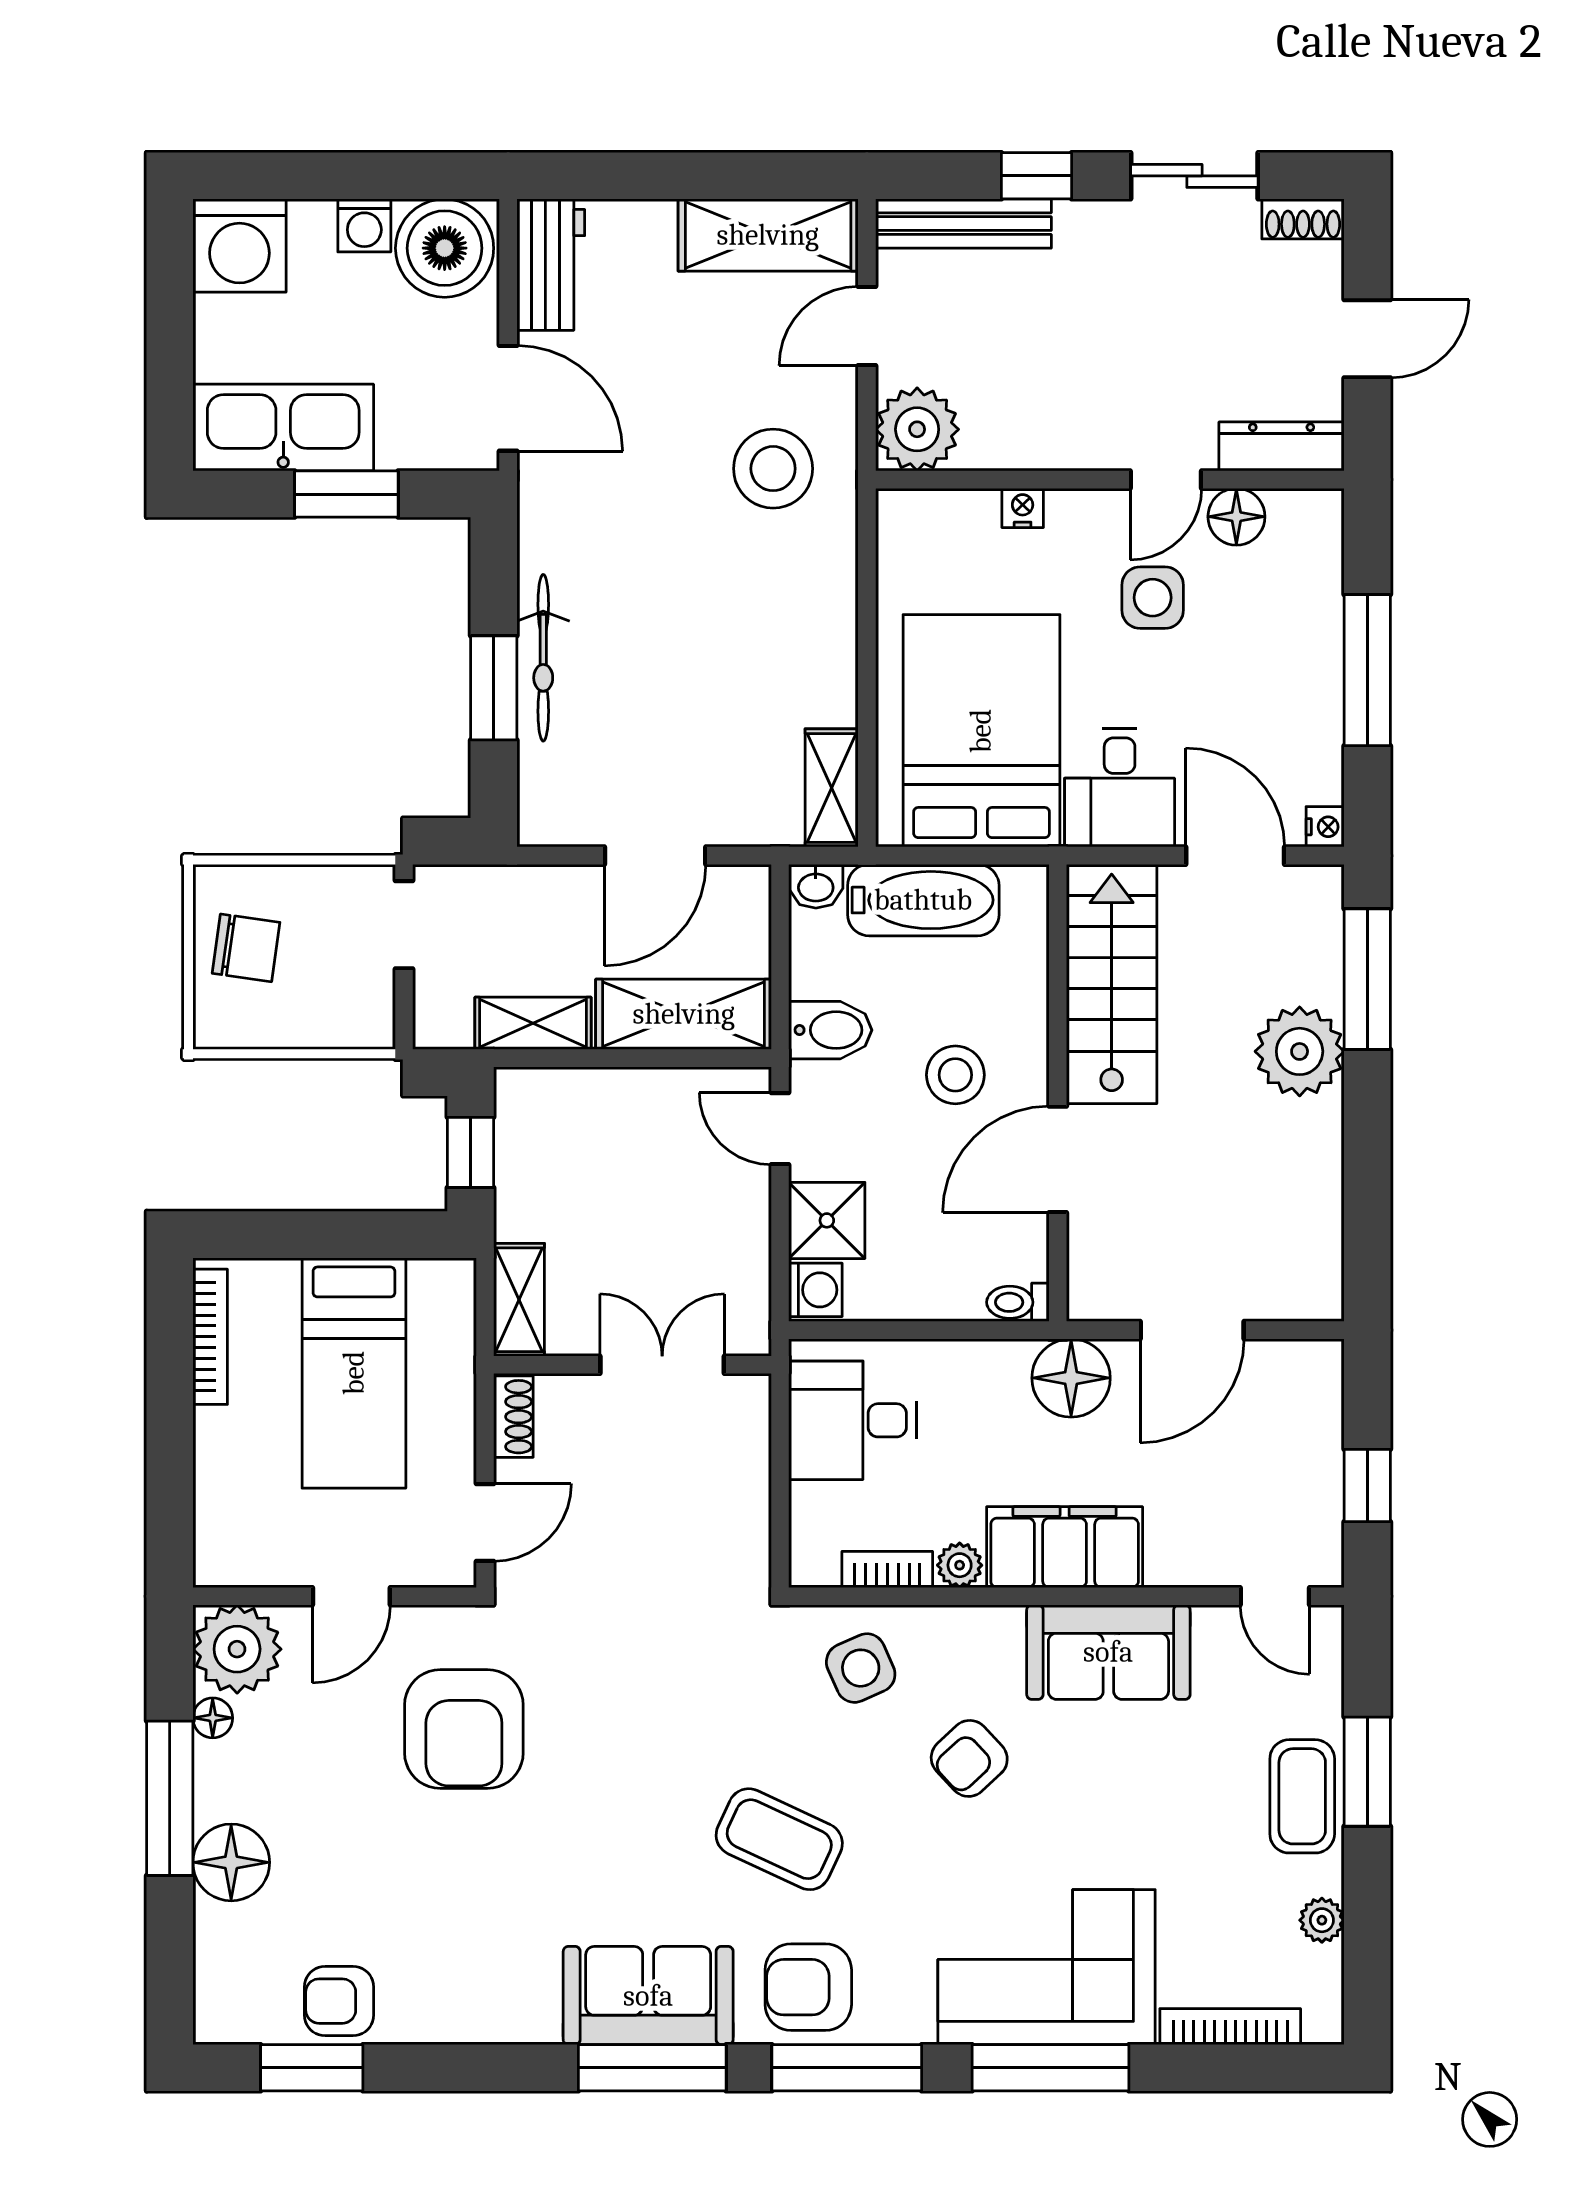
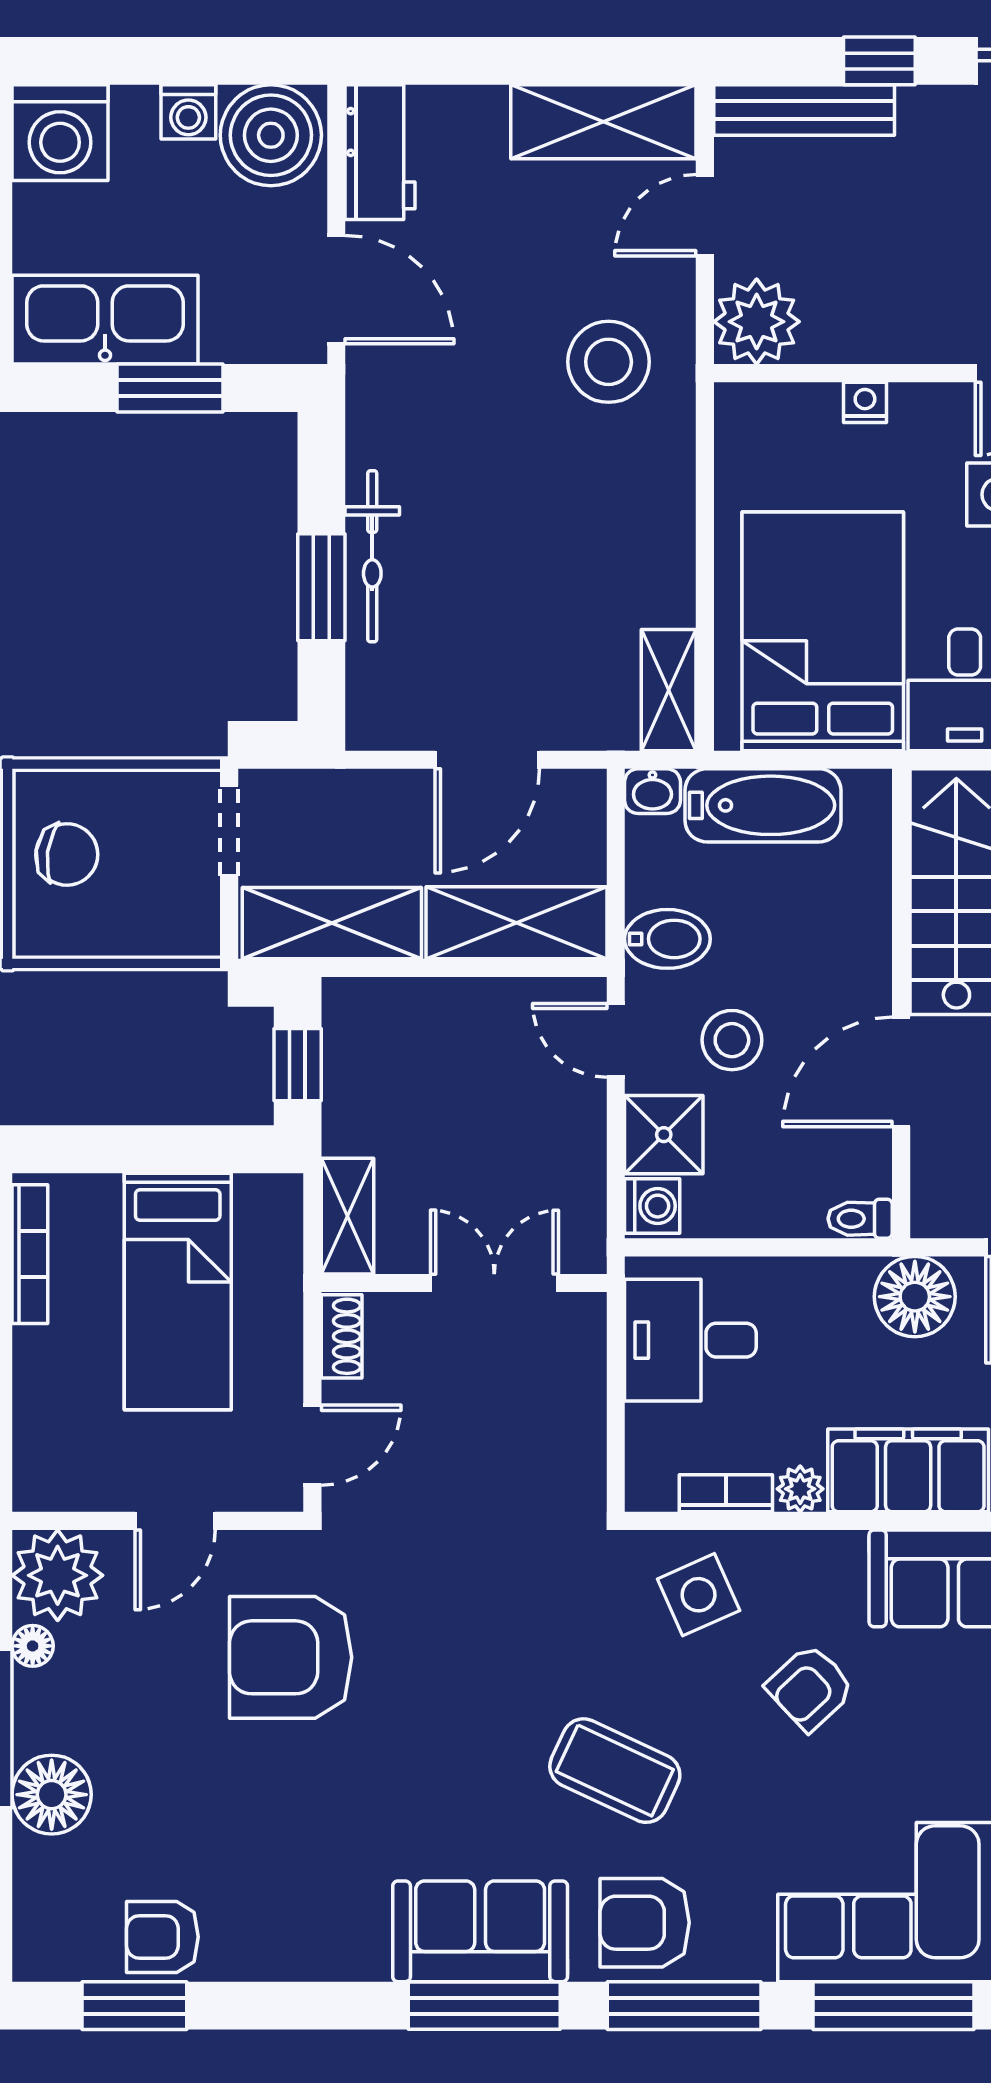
shelving: (533, 1023) -> (332, 923), width x1.50, depth x1.33
stool: (955, 1075) -> (732, 1040), moved
armchair: (464, 1729) -> (291, 1657), turned 90

